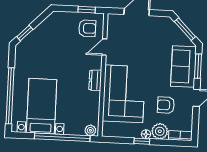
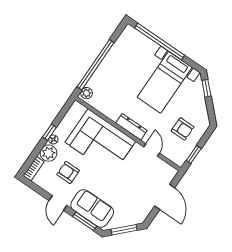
armchair: (87, 28) -> (183, 129), moved, turned -90
dresser: (95, 80) -> (131, 127), width x1.44
armchair: (166, 105) -> (68, 172), turned -90
bed with nightstands: (42, 106) -> (165, 82), moved, turned 90

